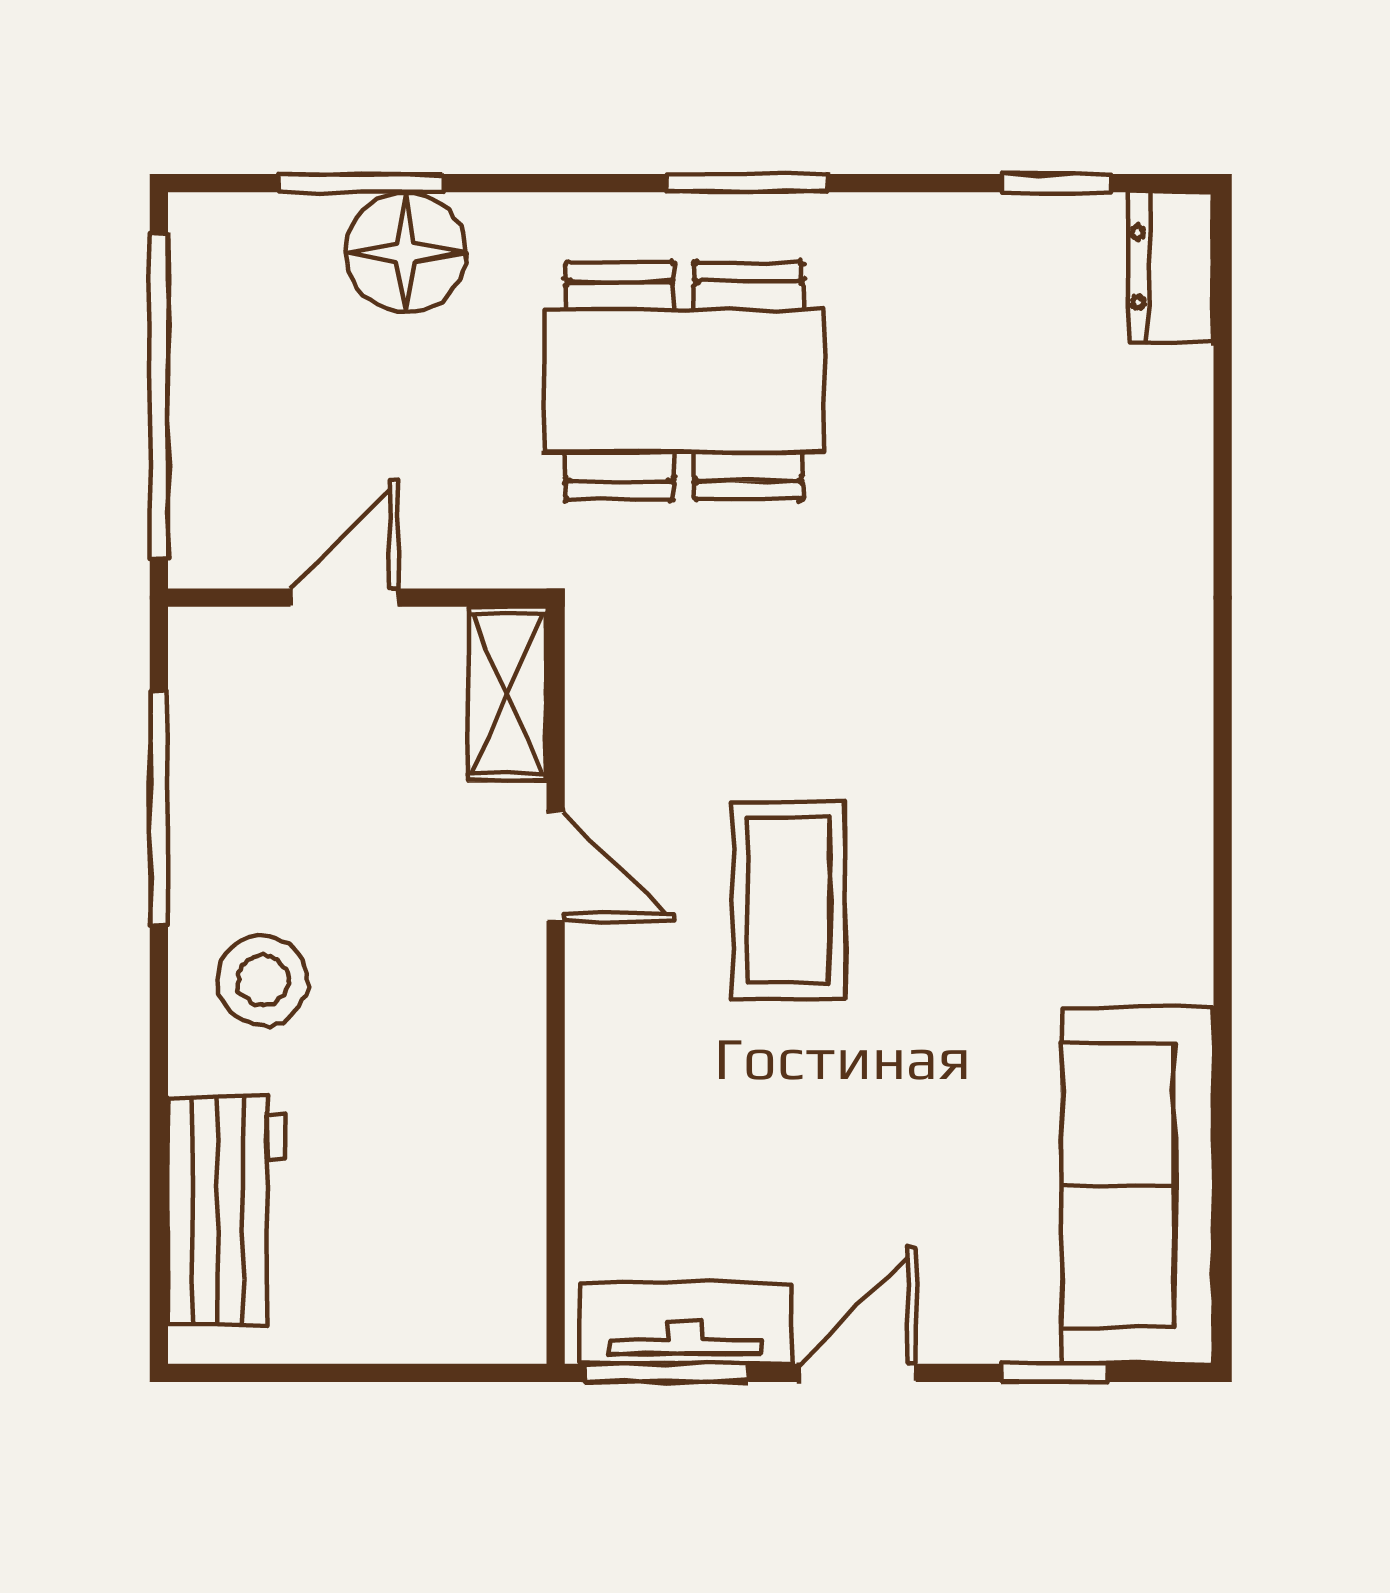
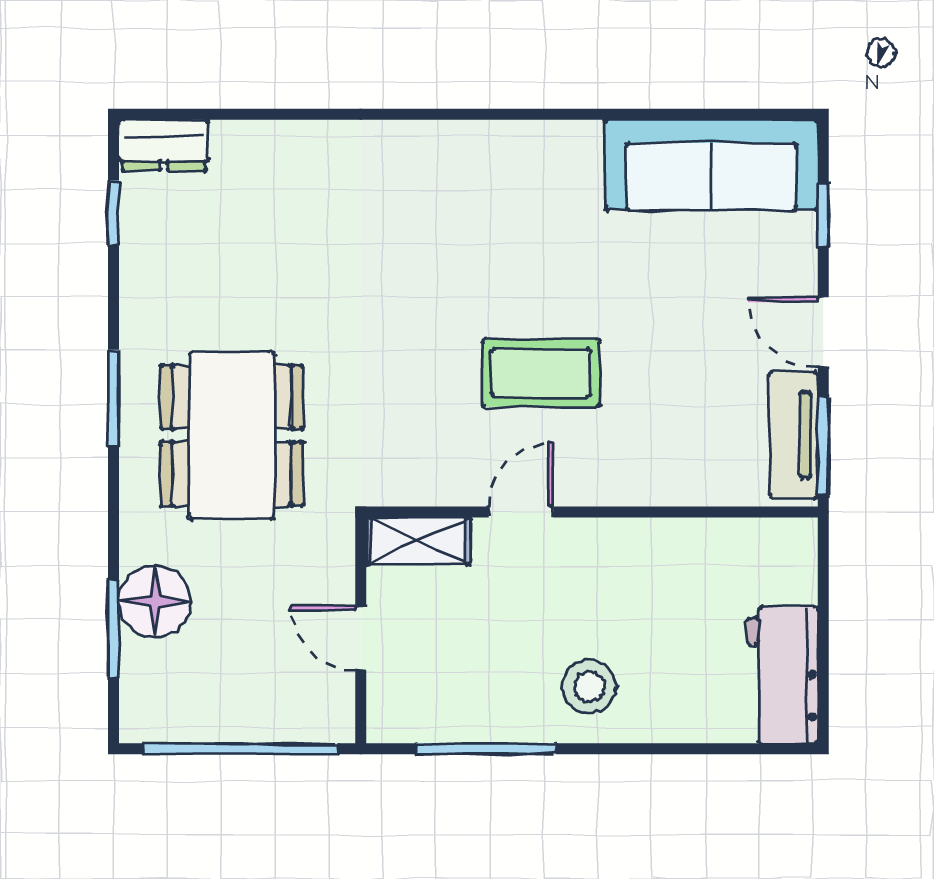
workbench: (227, 1210) -> (783, 675), moved, turned -90

